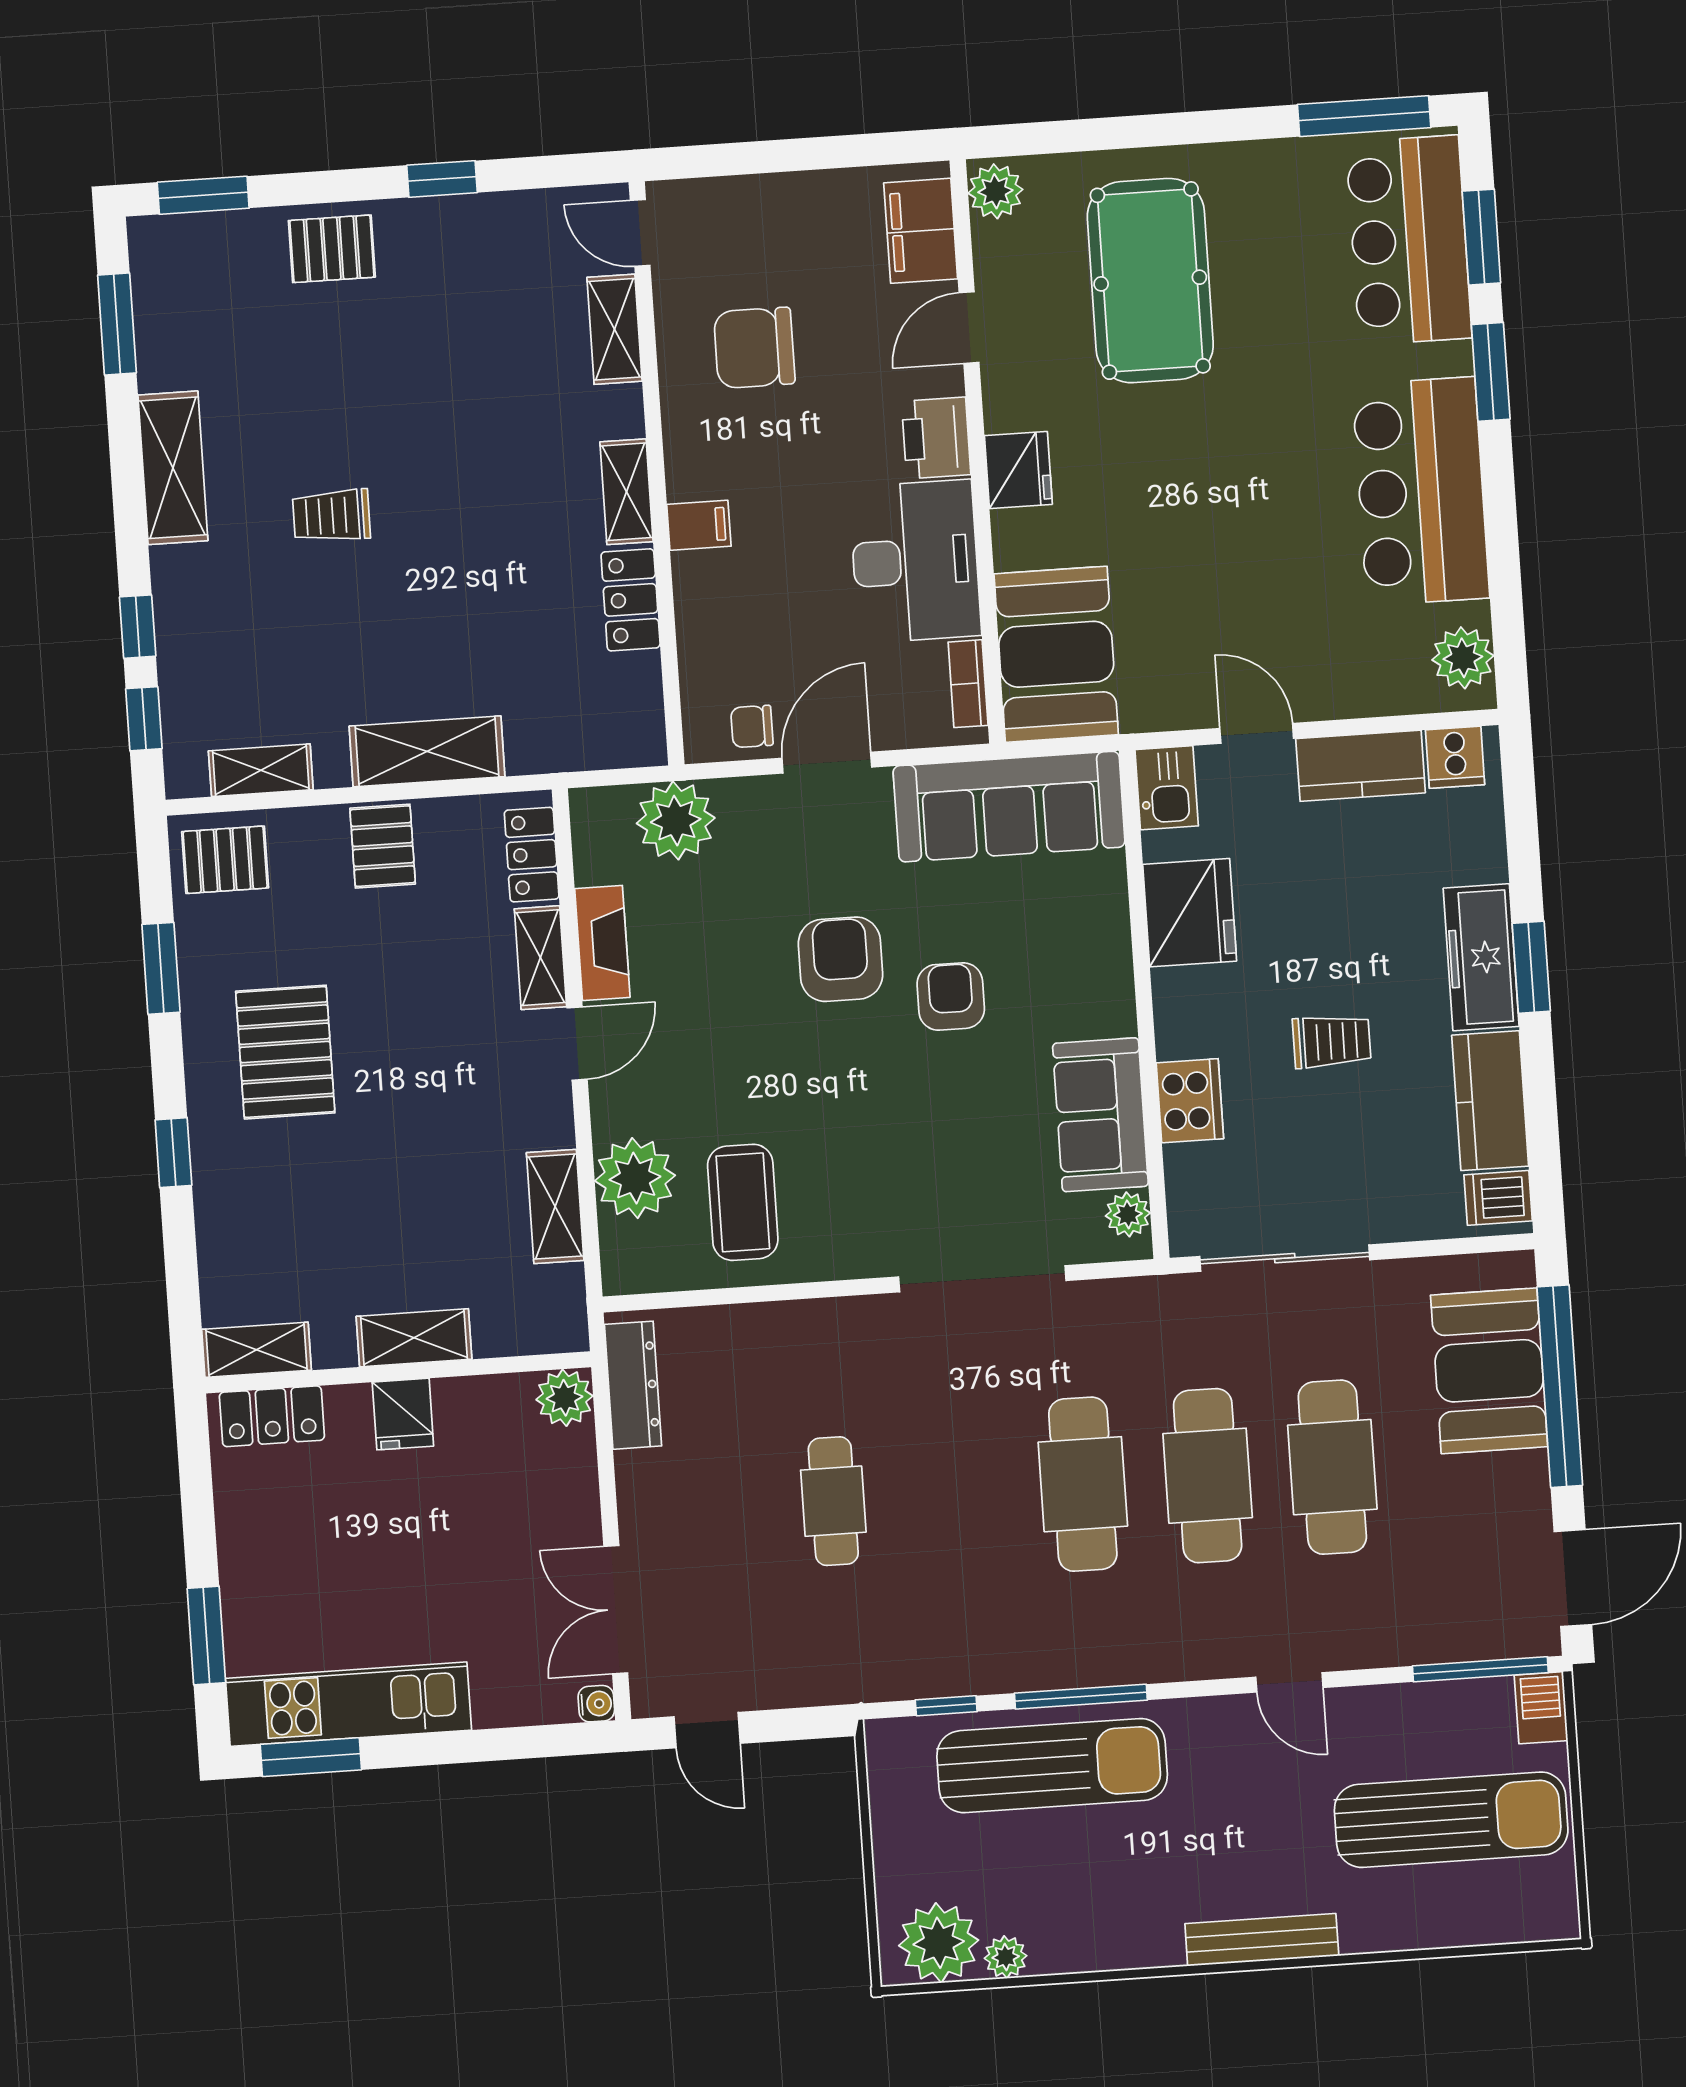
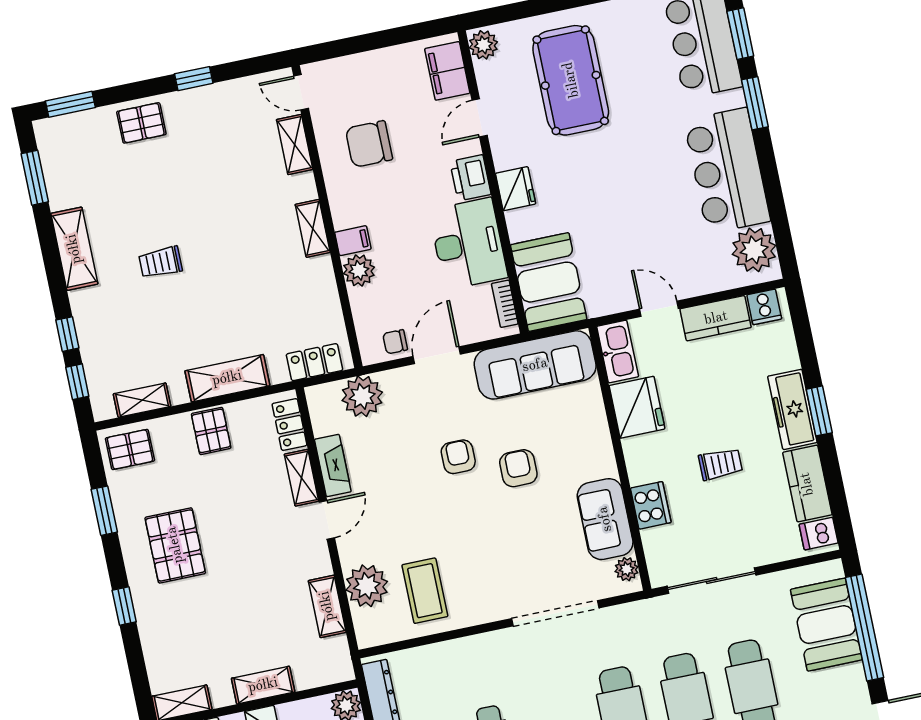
plant: (702, 583) -> (359, 270), added
locker: (631, 600) -> (314, 362), moved, turned 90
plant: (1463, 658) -> (754, 250), width x1.36, depth x1.36
kitchen sink: (1167, 788) -> (618, 352), width x1.38
armchair: (840, 959) -> (458, 457), width x0.72, depth x0.72

